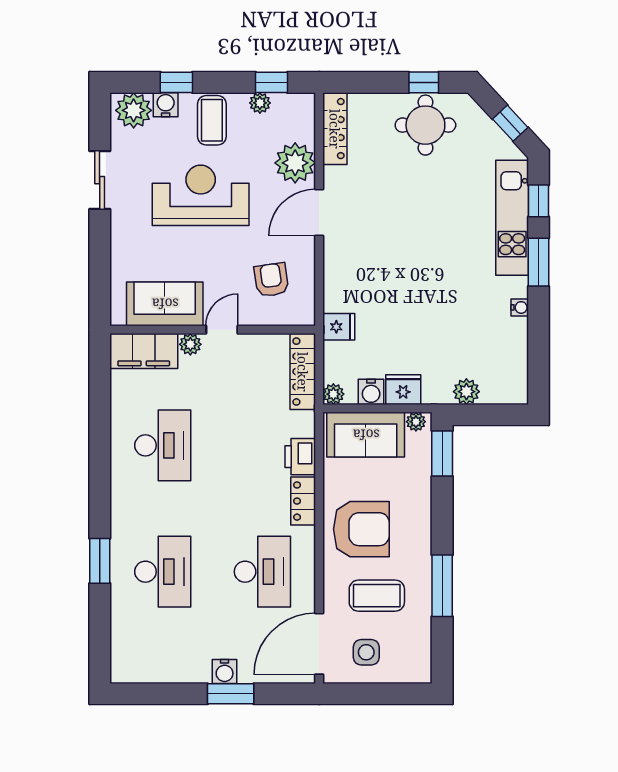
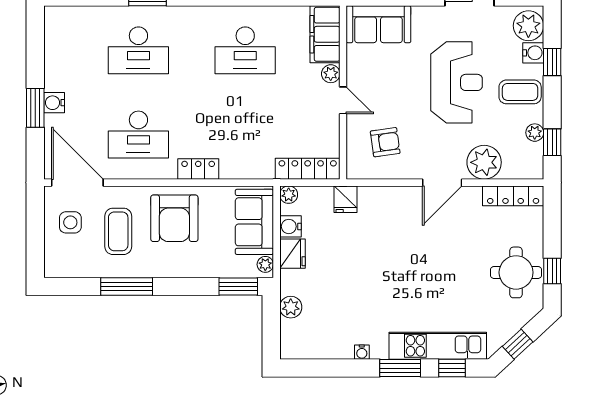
door: (319, 213) -> (442, 183), swing flipped
sofa: (165, 304) -> (378, 24), moved, turned 90
printer: (300, 457) -> (236, 167), removed

